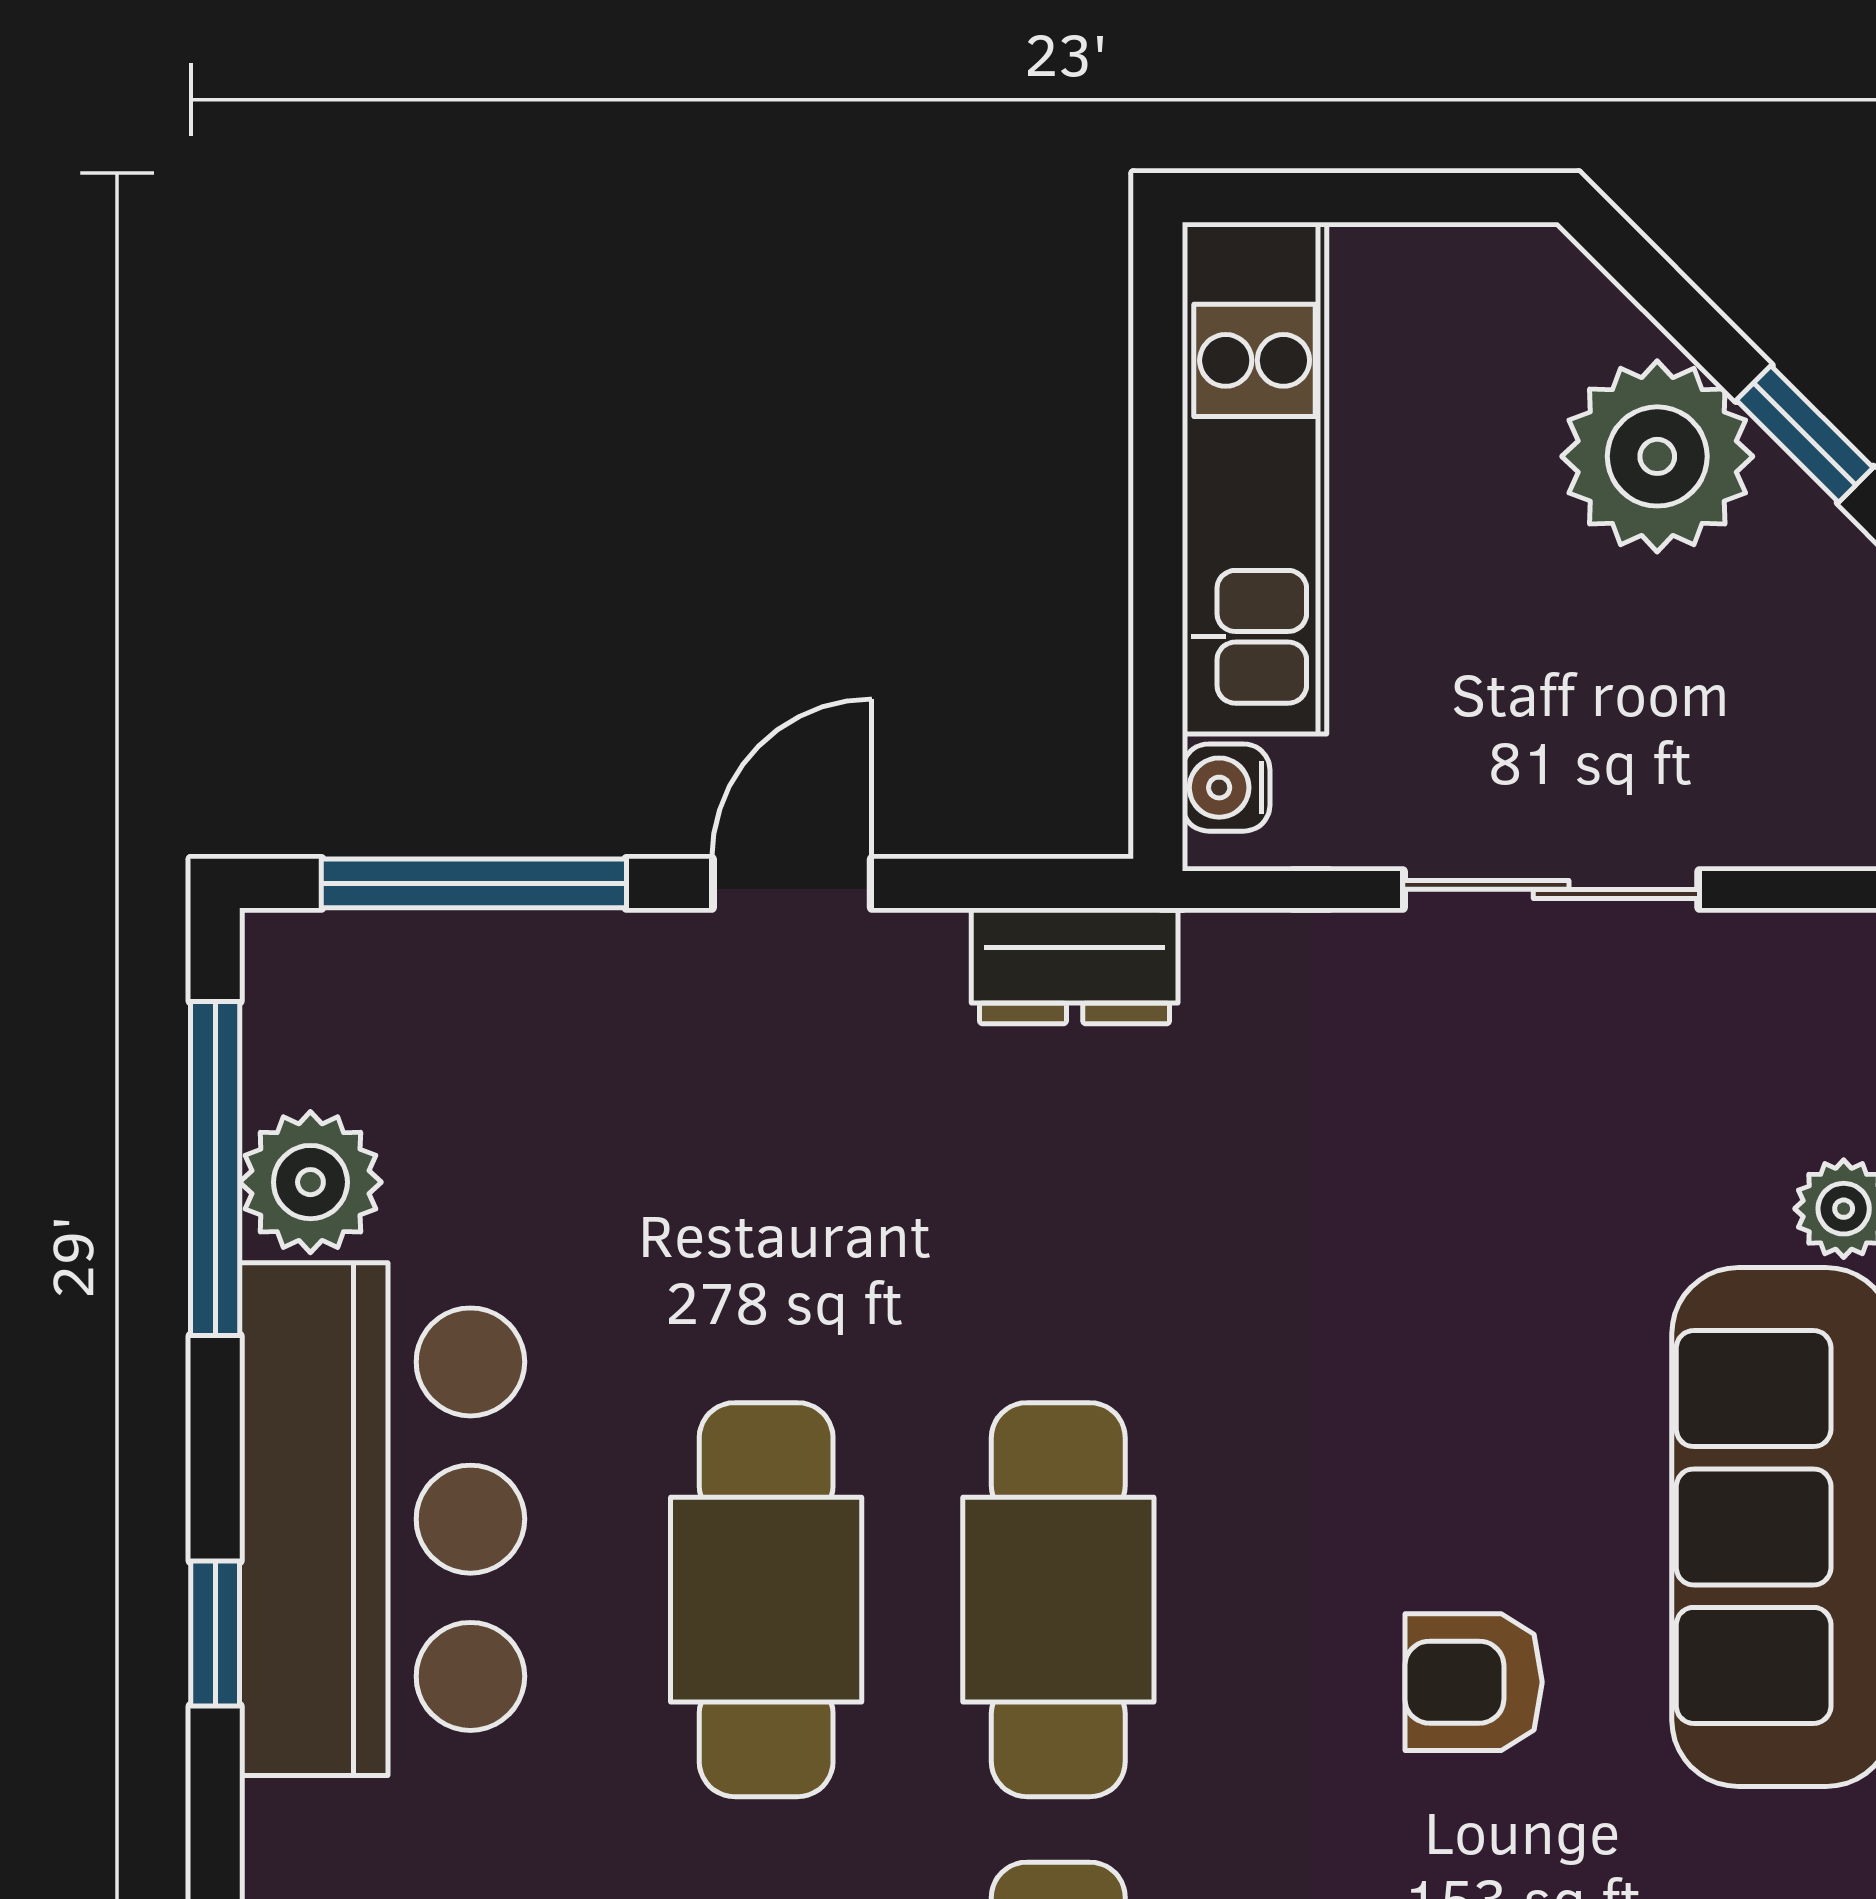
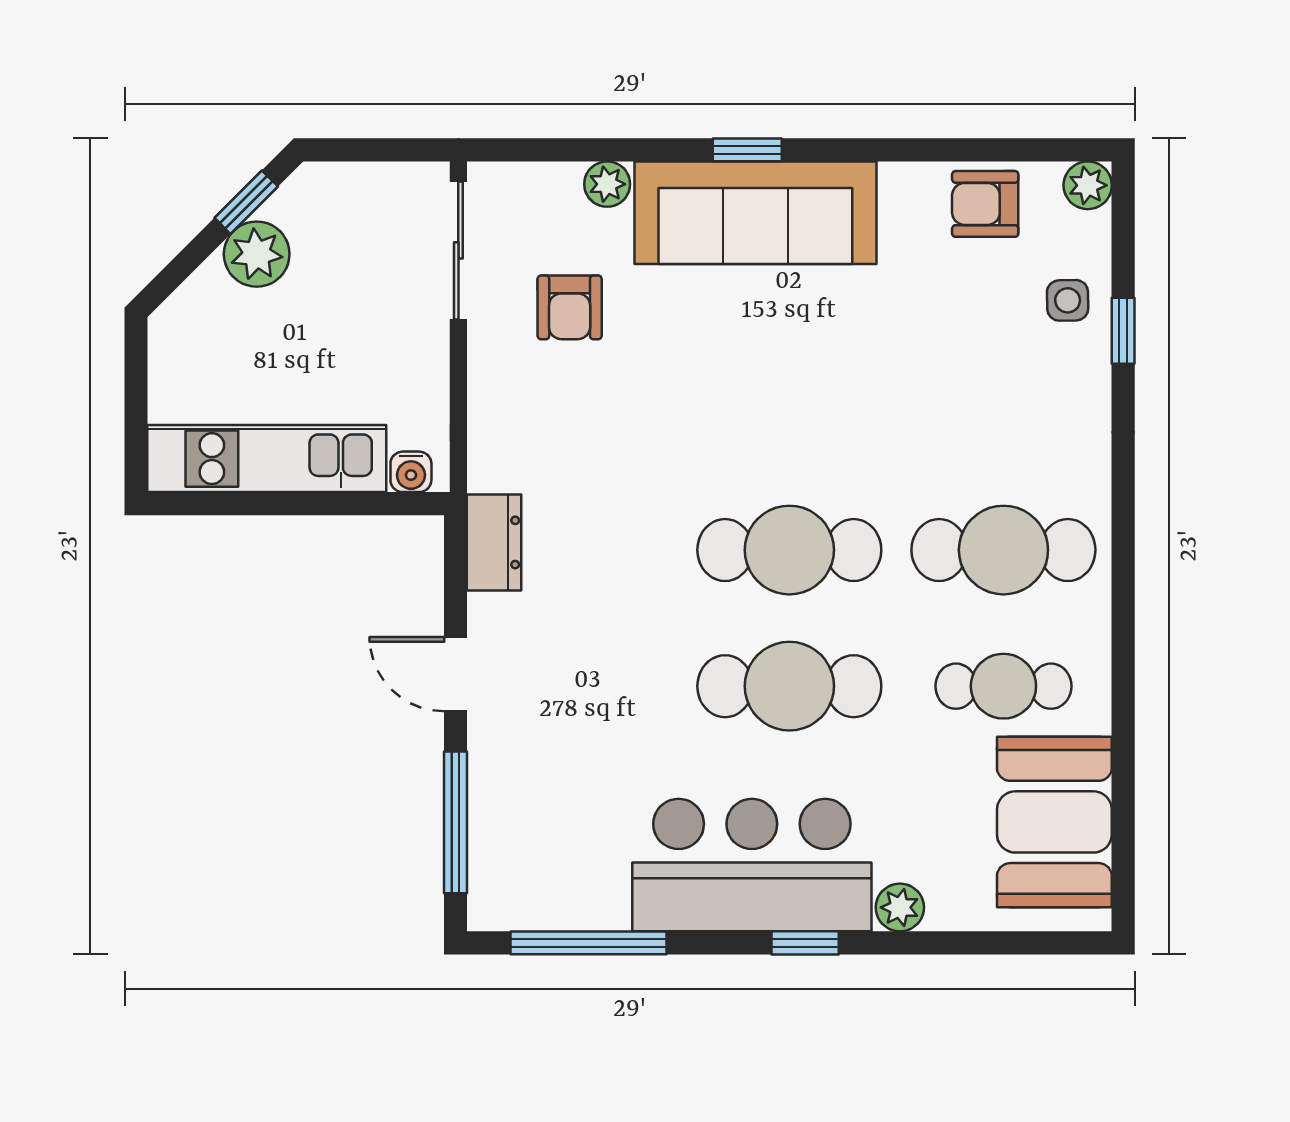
plant: (1657, 456) -> (257, 254), width x0.73, depth x0.73
sliding door: (1551, 889) -> (458, 250), moved
plant: (310, 1182) -> (900, 907), moved, width x0.73, depth x0.73
armchair: (1474, 1682) -> (570, 307), moved

